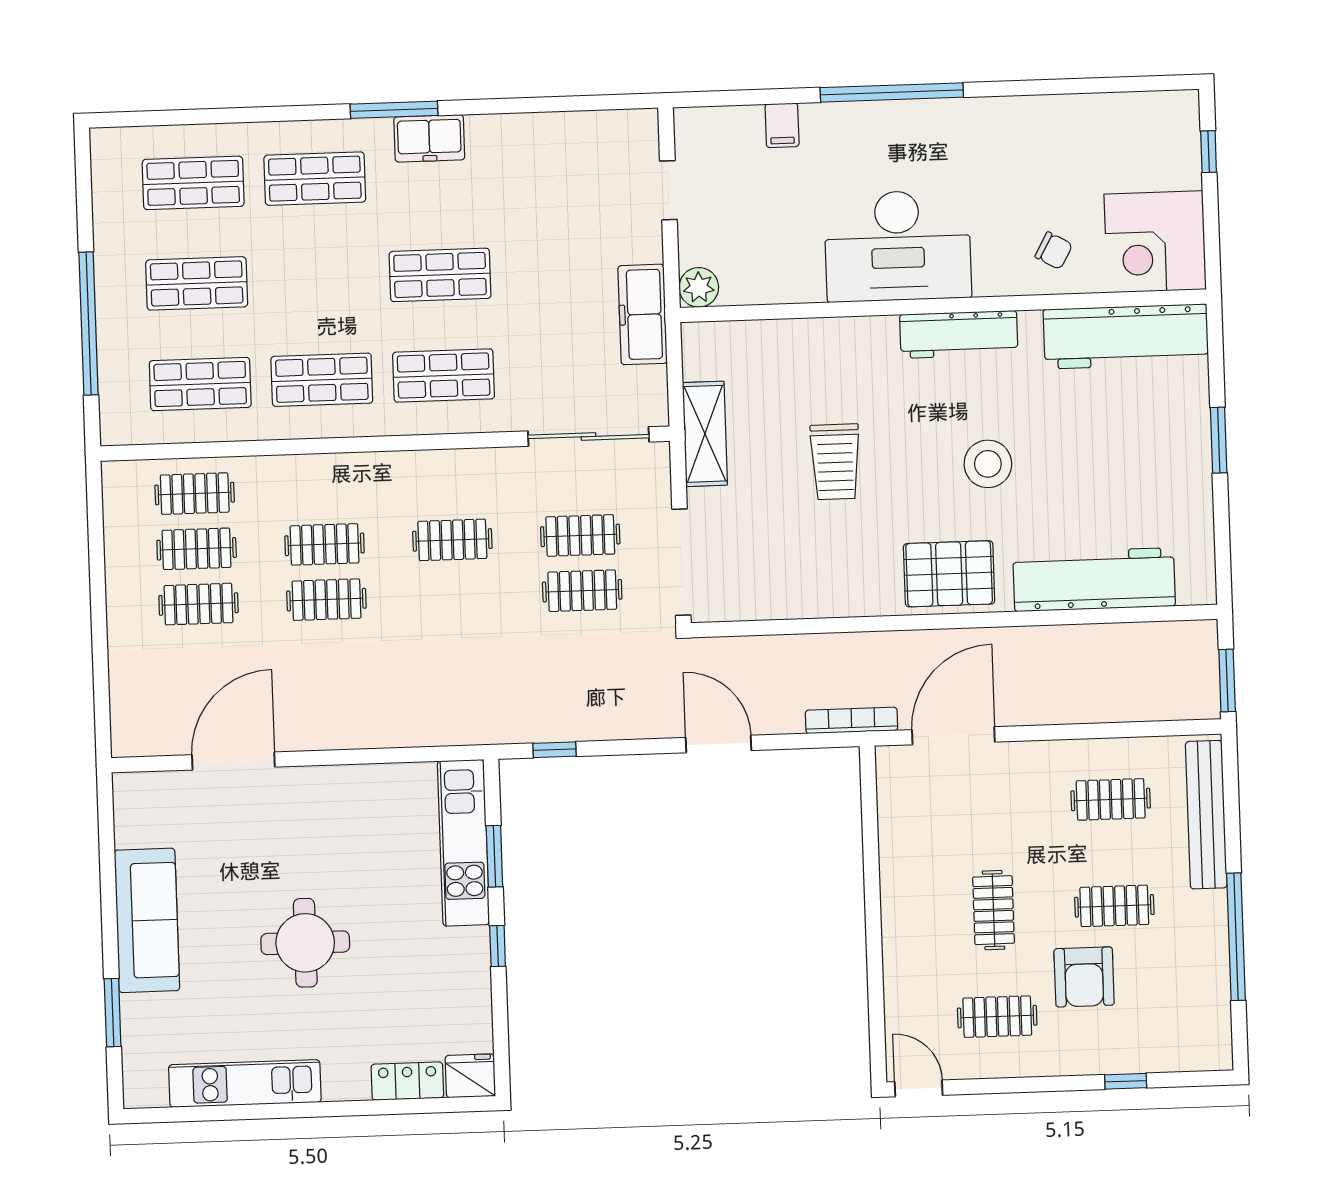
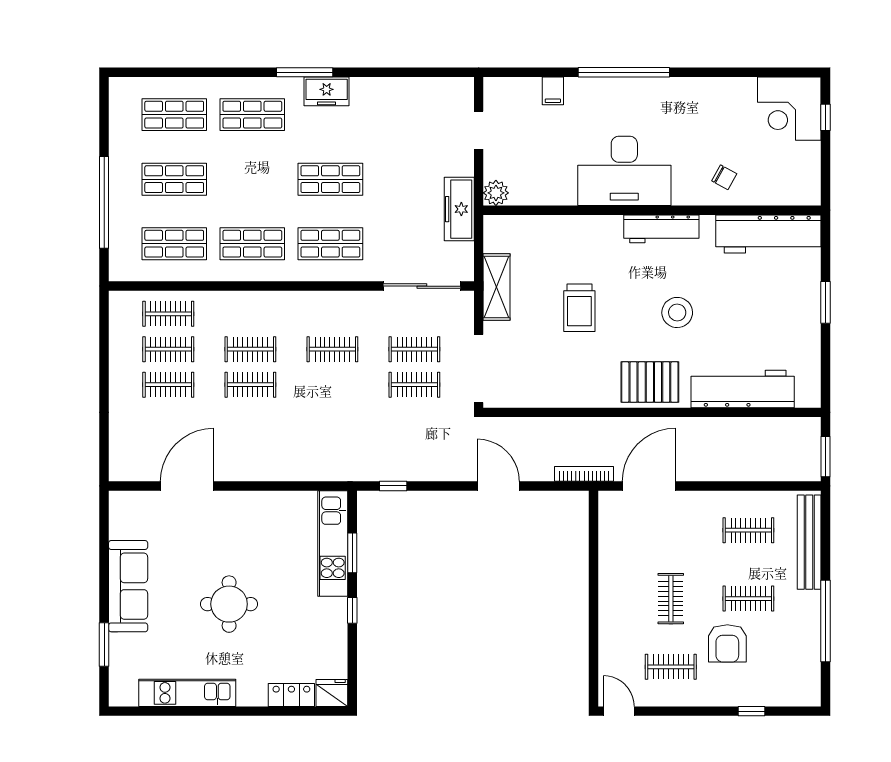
corner desk: (1155, 242) -> (789, 109), moved

